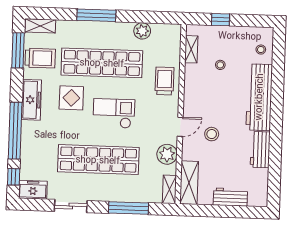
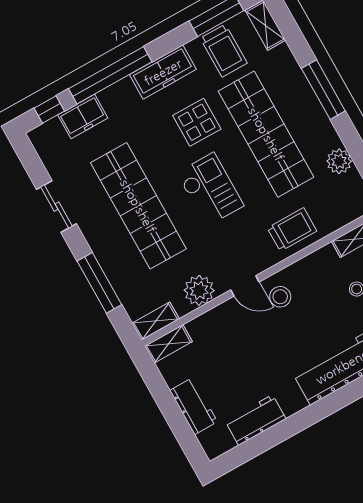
stool: (212, 134) -> (280, 297), moved
workbench: (260, 150) -> (256, 420), moved
shelving: (189, 183) -> (169, 344), width x0.67, depth x0.75
freezer: (33, 190) -> (83, 117), moved, turned 90

